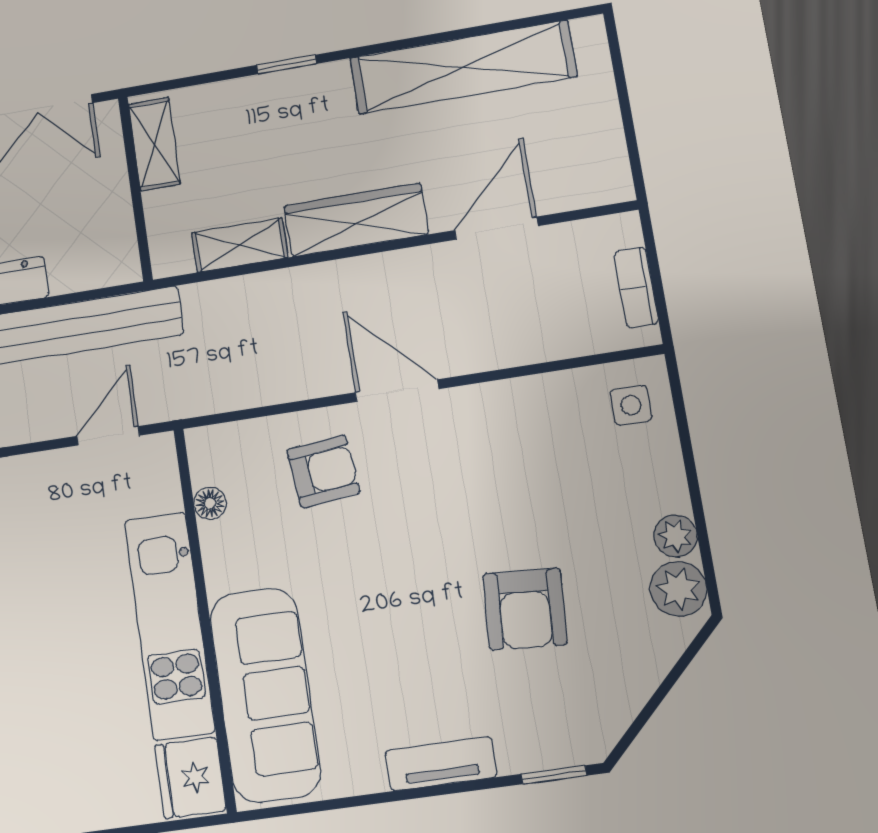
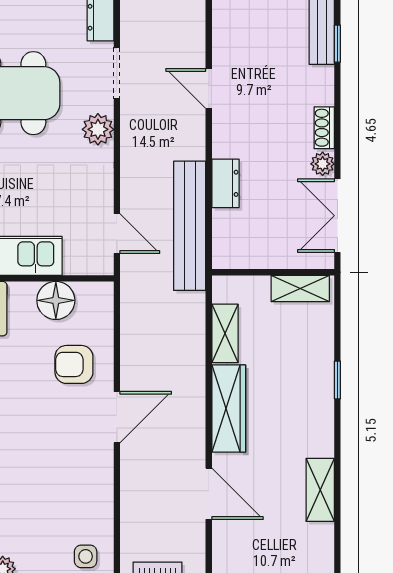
shelving: (463, 67) -> (320, 490), width x0.45, depth x0.75
armchair: (323, 471) -> (74, 364), turned 96
floor lamp: (210, 503) -> (56, 300), width x1.89, depth x1.89

